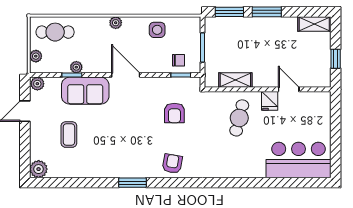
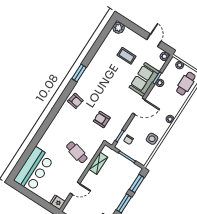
fridge: (270, 101) -> (57, 202), moved

